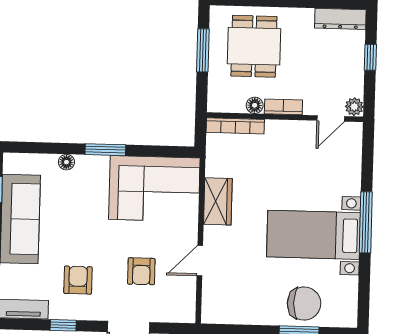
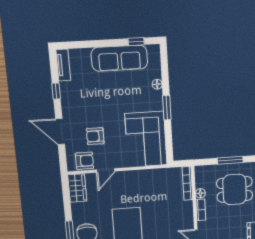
wardrobe: (218, 201) -> (77, 188), moved, turned -90
door: (200, 261) -> (106, 171), swing flipped
armchair: (78, 280) -> (84, 161), moved

